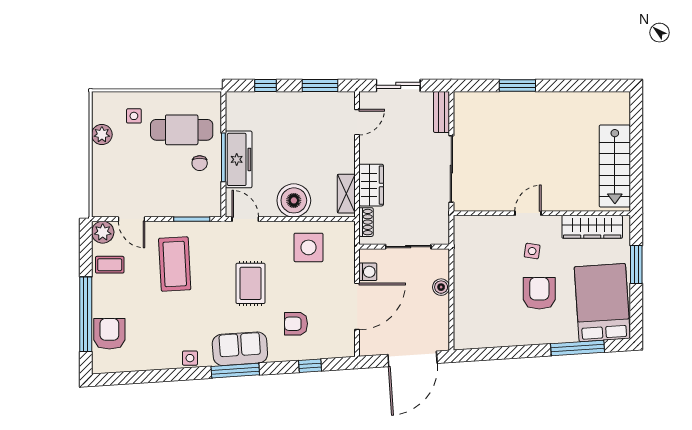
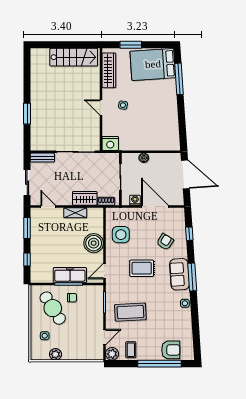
cafe table: (182, 130) -> (53, 308), turned -32
shelving: (346, 194) -> (75, 213), moved
nightstand: (466, 229) -> (110, 143), added
armchair: (539, 293) -> (147, 101), removed
armchair: (296, 324) -> (165, 242), turned -148
armchair: (109, 334) -> (171, 350), turned 180

